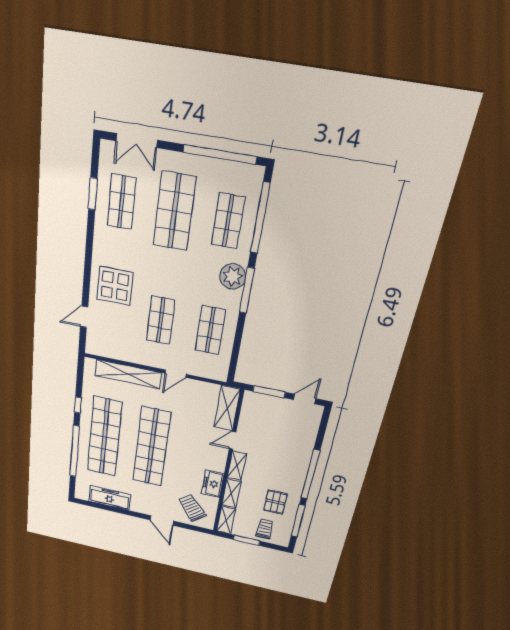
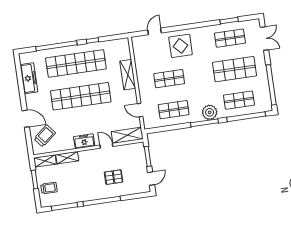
double door: (137, 141) -> (264, 39), swing flipped
door: (84, 317) -> (155, 31), hinge flipped
shelving: (128, 374) -> (128, 75), width x0.68
door: (176, 374) -> (140, 110), moved
door: (305, 399) -> (151, 179), hinge flipped
shelving: (237, 466) -> (89, 154), removed
freezer: (213, 484) -> (84, 141), moved
pallet: (275, 502) -> (114, 177), moved
door: (162, 521) -> (26, 119), swing flipped

